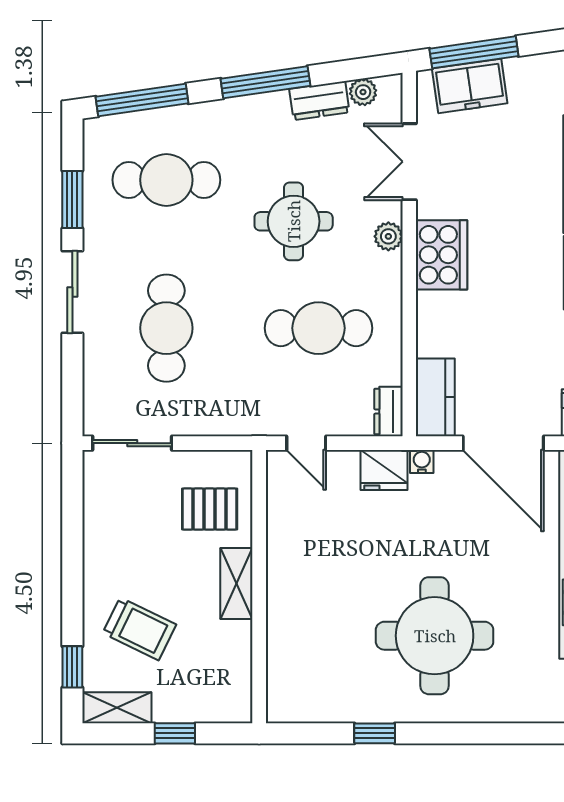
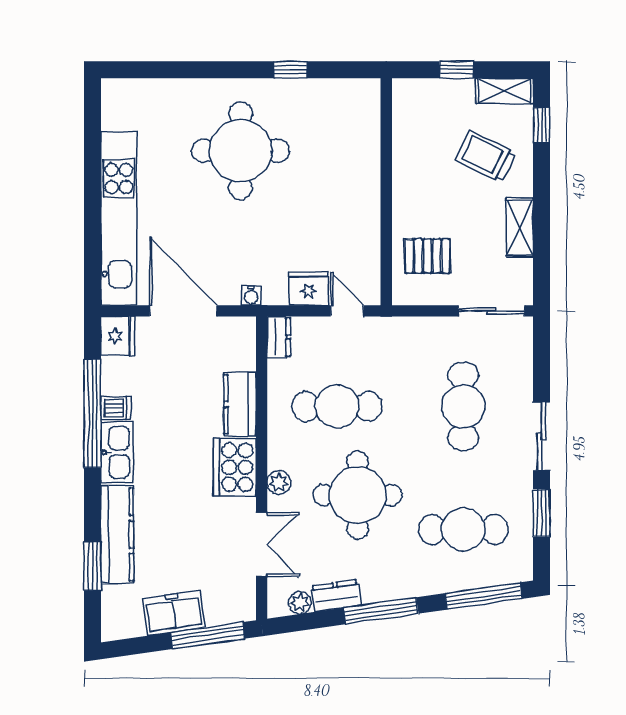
freezer: (470, 86) -> (174, 613), moved
round table: (294, 221) -> (358, 495), width x1.36, depth x1.36
kitchen counter: (435, 397) -> (240, 404), moved
fridge: (384, 470) -> (308, 289), moved
shelving: (236, 584) -> (520, 227), moved

